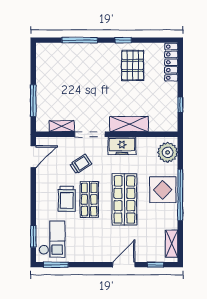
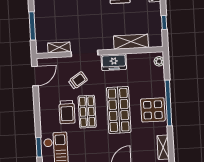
shelving: (129, 124) -> (131, 42), moved
plant: (168, 152) -> (159, 61), width x0.53, depth x0.53
display table: (163, 190) -> (153, 110), moved

